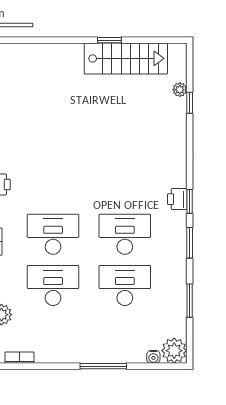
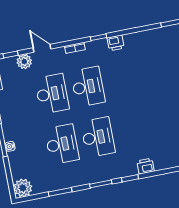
printer: (177, 199) -> (146, 166), moved
water cooler: (153, 357) -> (10, 146), moved

